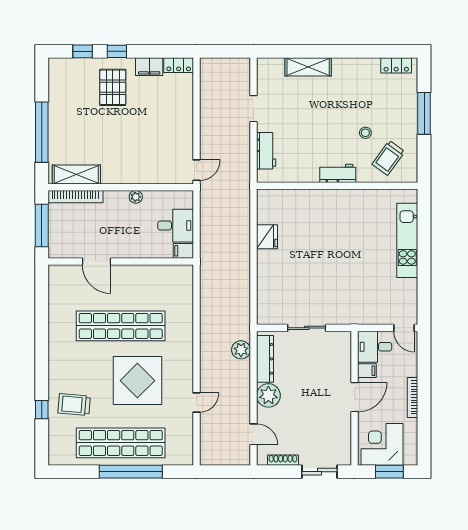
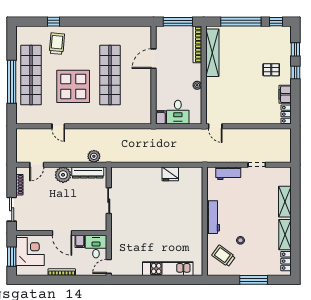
shelving: (357, 67) -> (285, 235), added
window: (42, 80) -> (276, 22), added
pallet: (113, 87) -> (271, 70), width x0.67, depth x0.71
workbench: (338, 173) -> (213, 217), width x1.38
shelving: (76, 174) -> (212, 53), width x1.47

